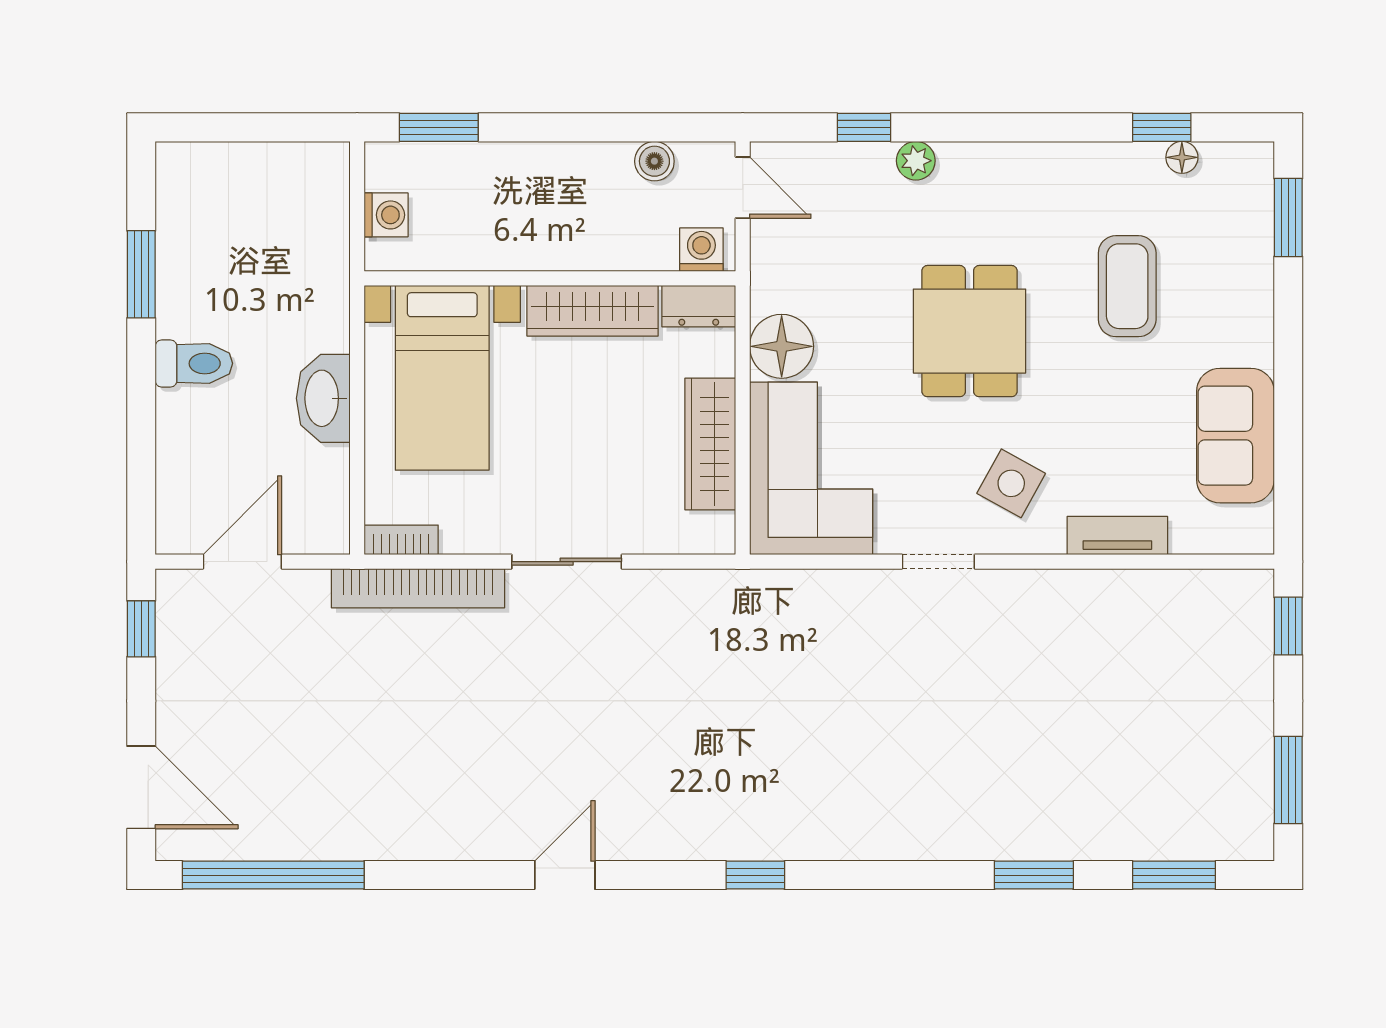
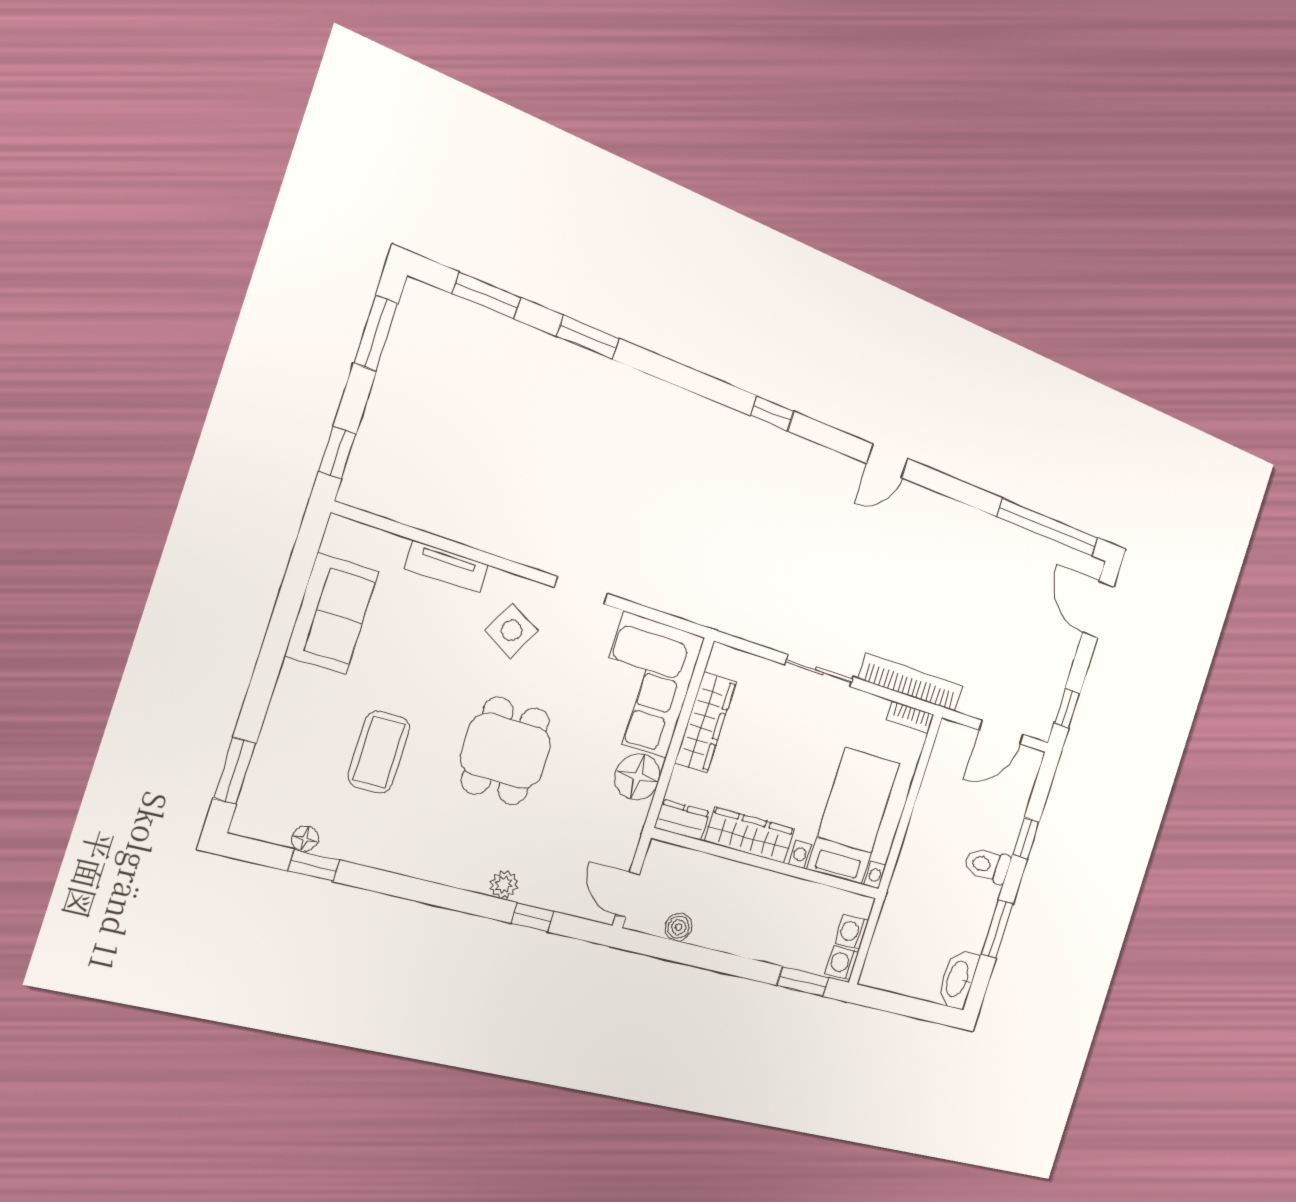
washing machine: (701, 250) -> (842, 963), moved, turned 90
washbasin: (323, 398) -> (958, 979), moved, turned 180
window: (141, 420) -> (1026, 838), added

